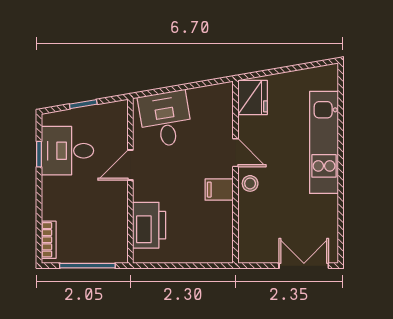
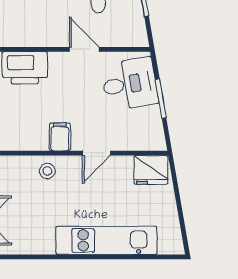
window: (180, 88) -> (161, 99), added
stool: (250, 183) -> (47, 171), moved

